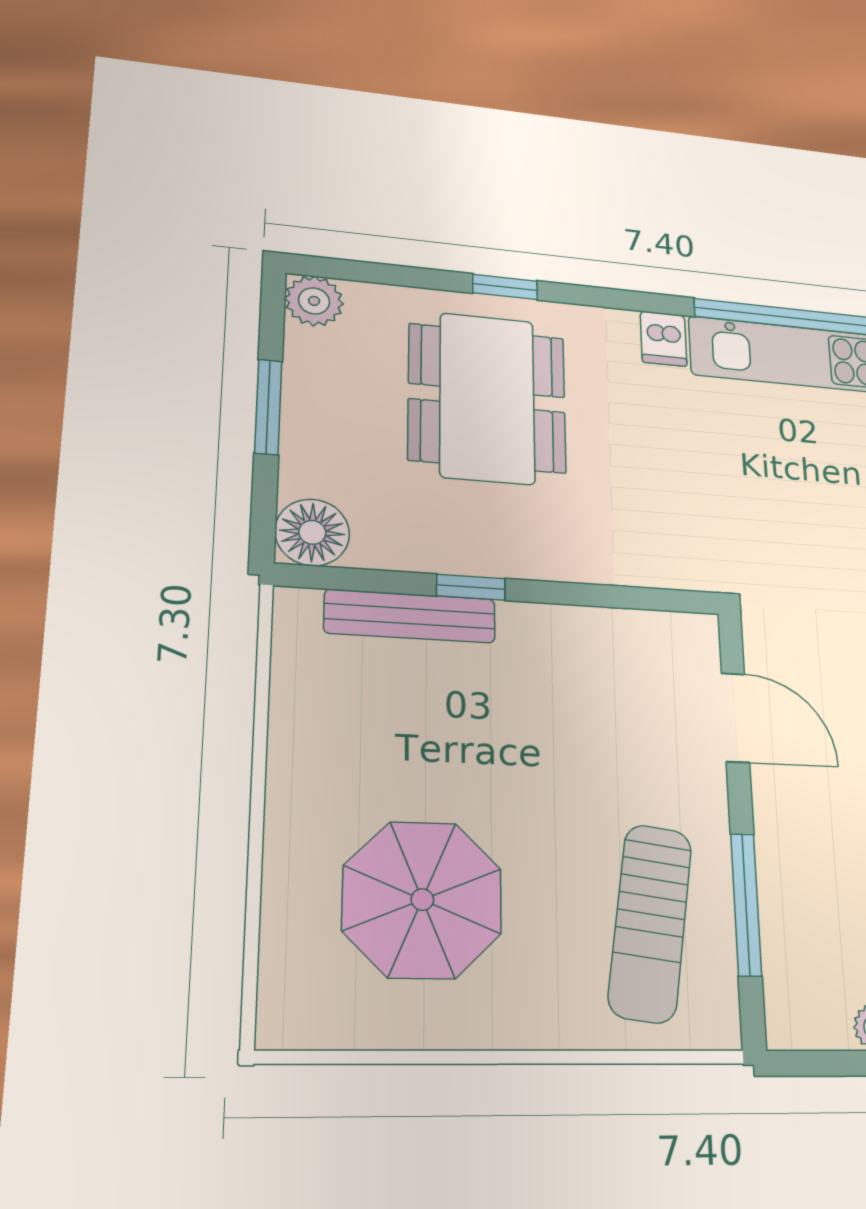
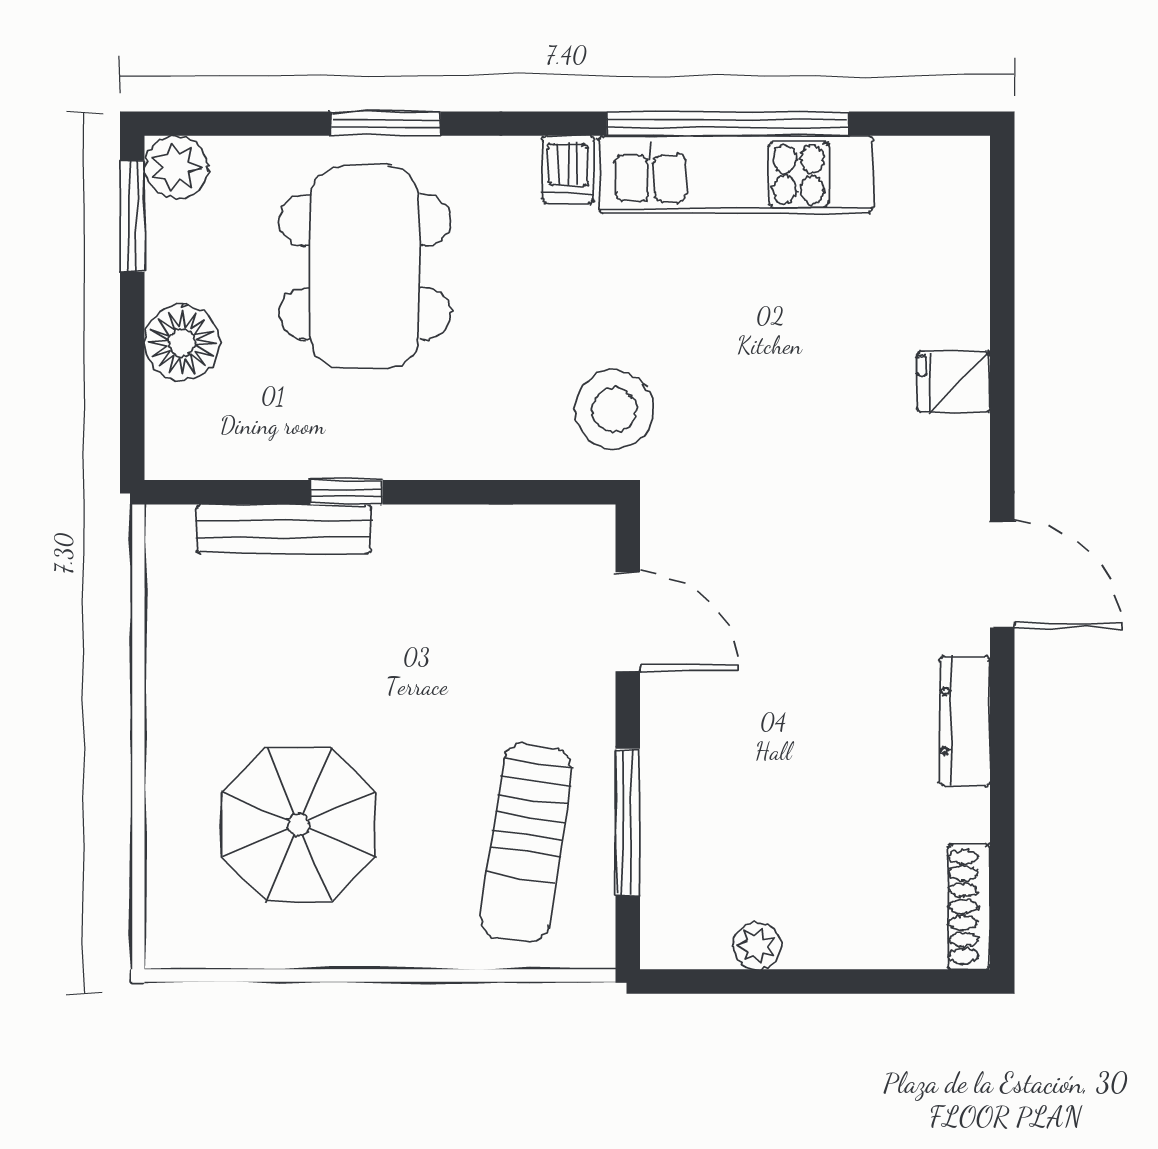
window: (505, 287) -> (386, 124), width x1.50
window: (268, 407) -> (132, 216), moved
floor lamp: (312, 532) -> (182, 343), moved
stool: (713, 534) -> (614, 410), added

